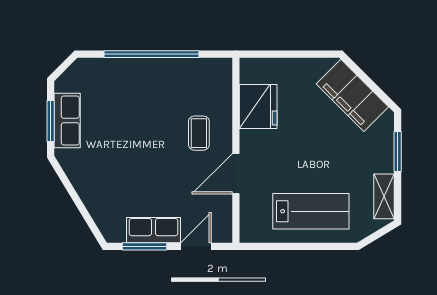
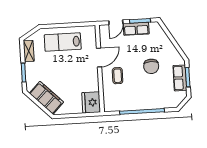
fridge: (258, 106) -> (91, 102), moved
chair: (126, 149) -> (151, 66), added

